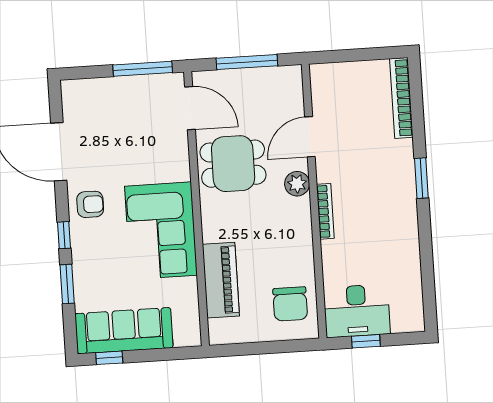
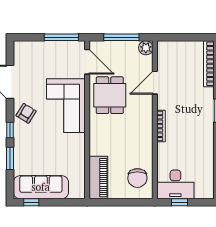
dining table: (233, 164) -> (110, 95), turned 90
plant: (297, 184) -> (146, 48), moved
armchair: (90, 204) -> (26, 113), turned -58
corner sofa: (161, 231) -> (66, 106), moved
piano: (221, 280) -> (98, 178), moved

